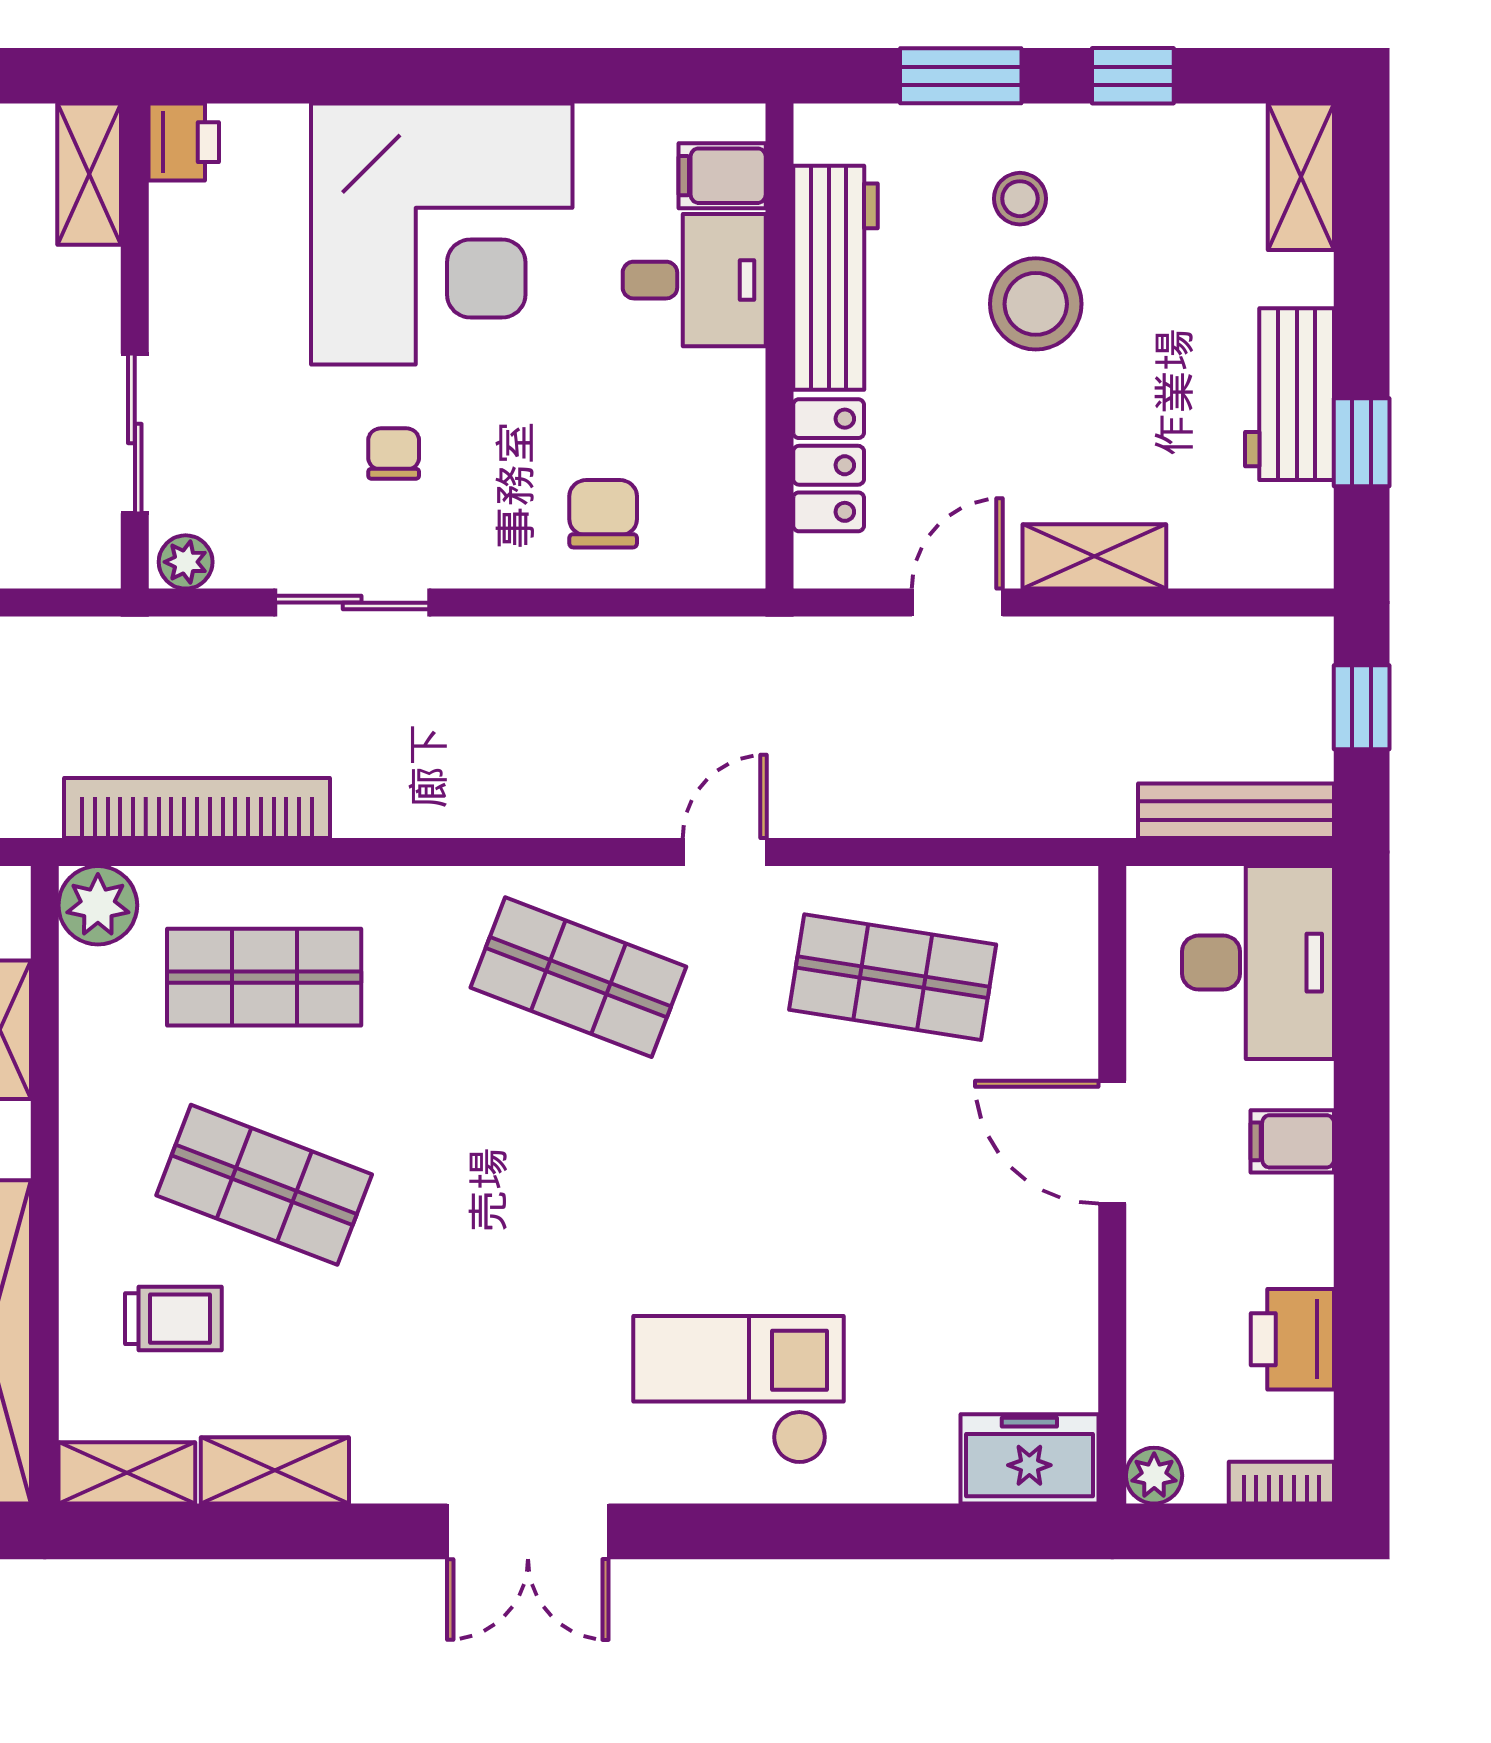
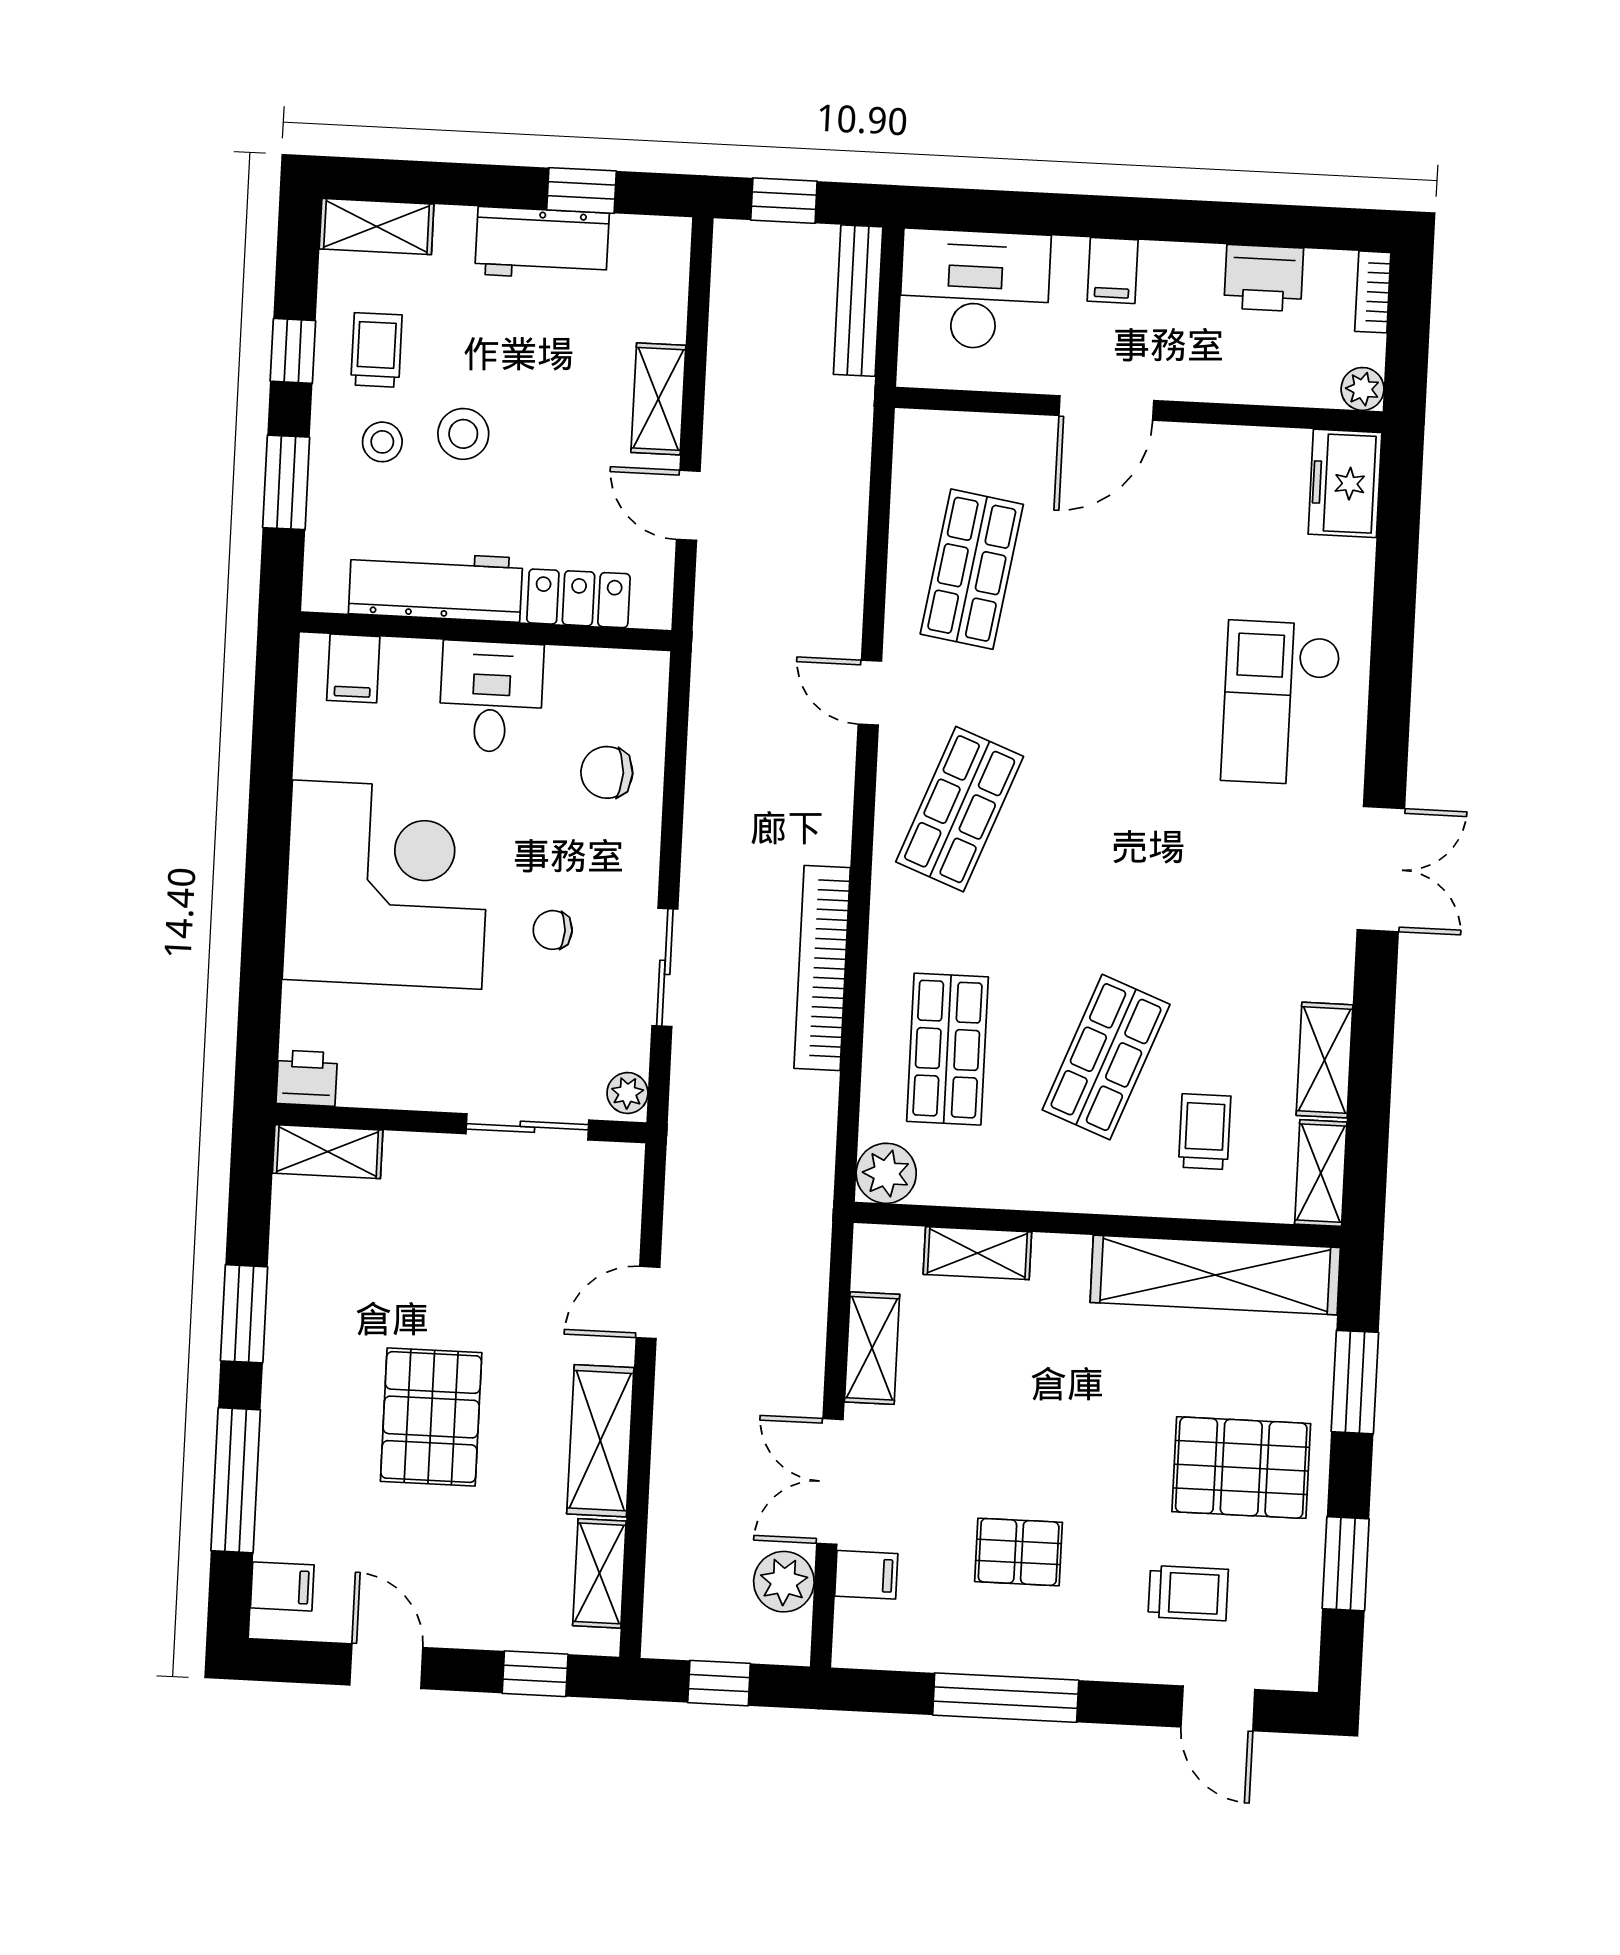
trolley: (1140, 185) -> (376, 350), added
desk: (694, 280) -> (491, 697), moved
stool: (1036, 304) -> (463, 434), width x0.73, depth x0.73
bookcase: (197, 808) -> (822, 968), moved

